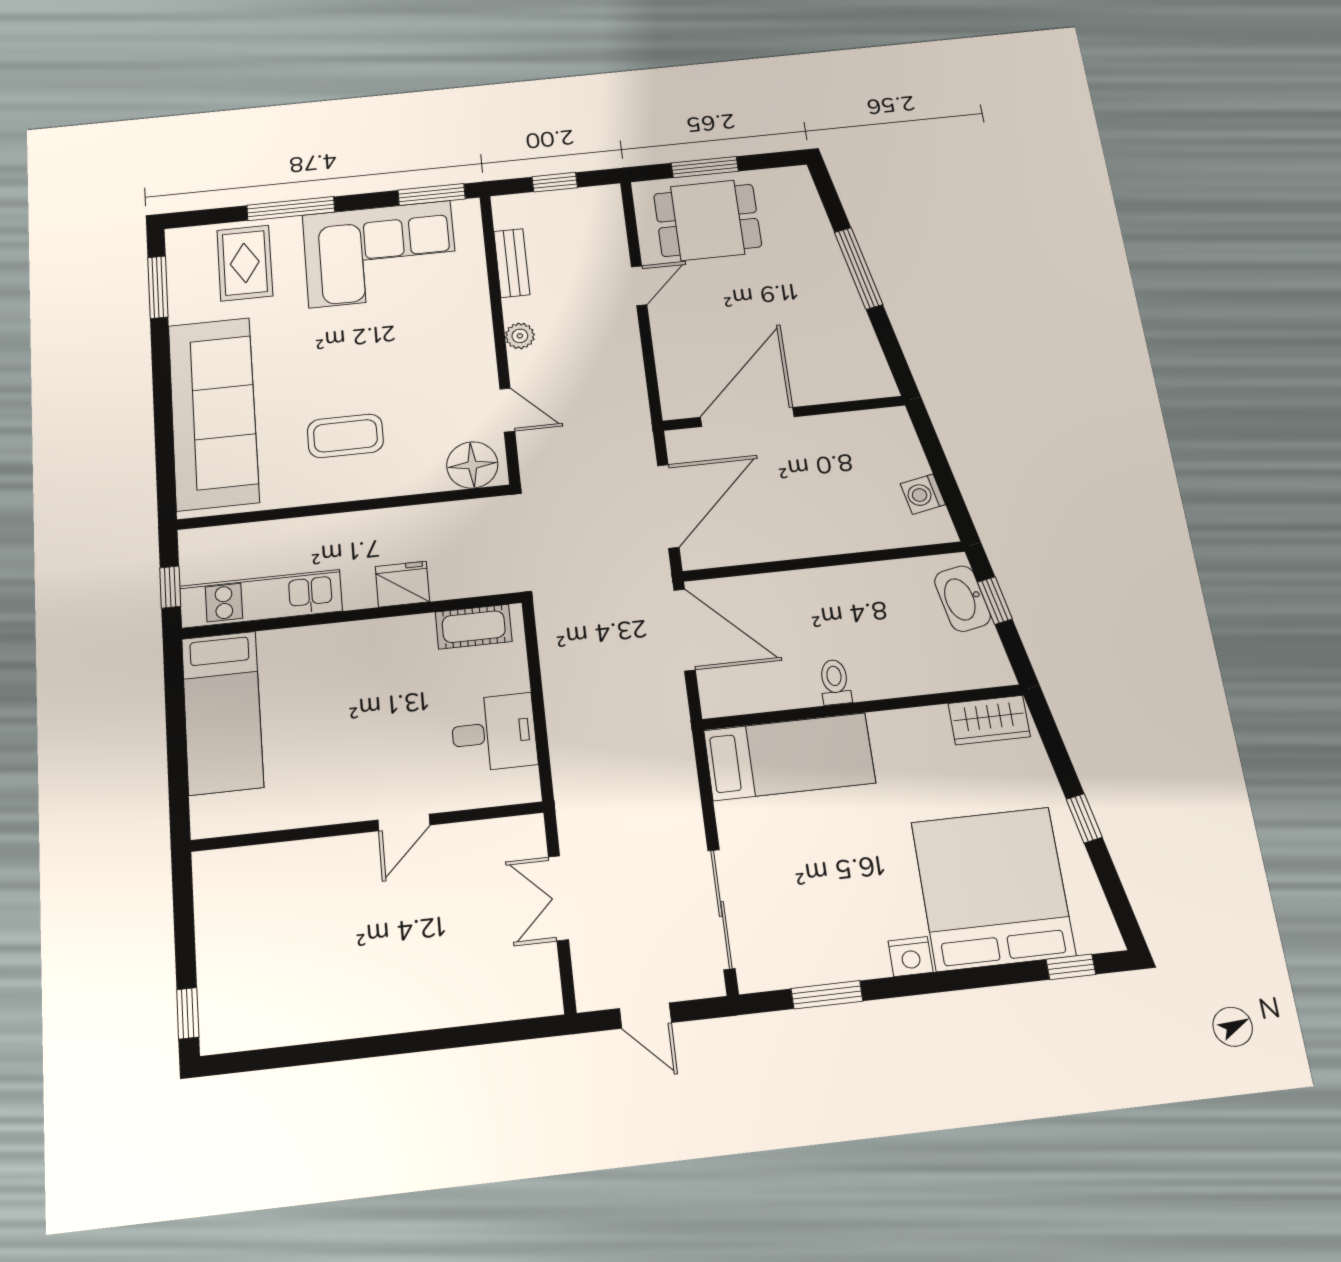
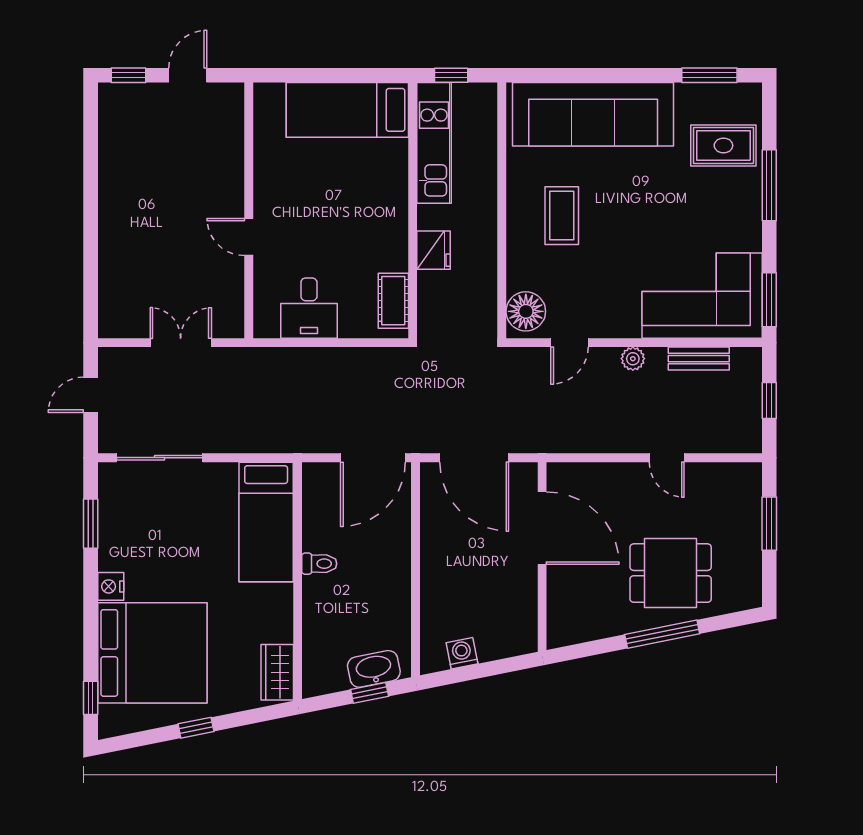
dining table: (708, 220) -> (671, 573), moved, turned 90
corner sofa: (380, 254) -> (702, 296), moved, turned 90
door: (184, 930) -> (188, 75), added

